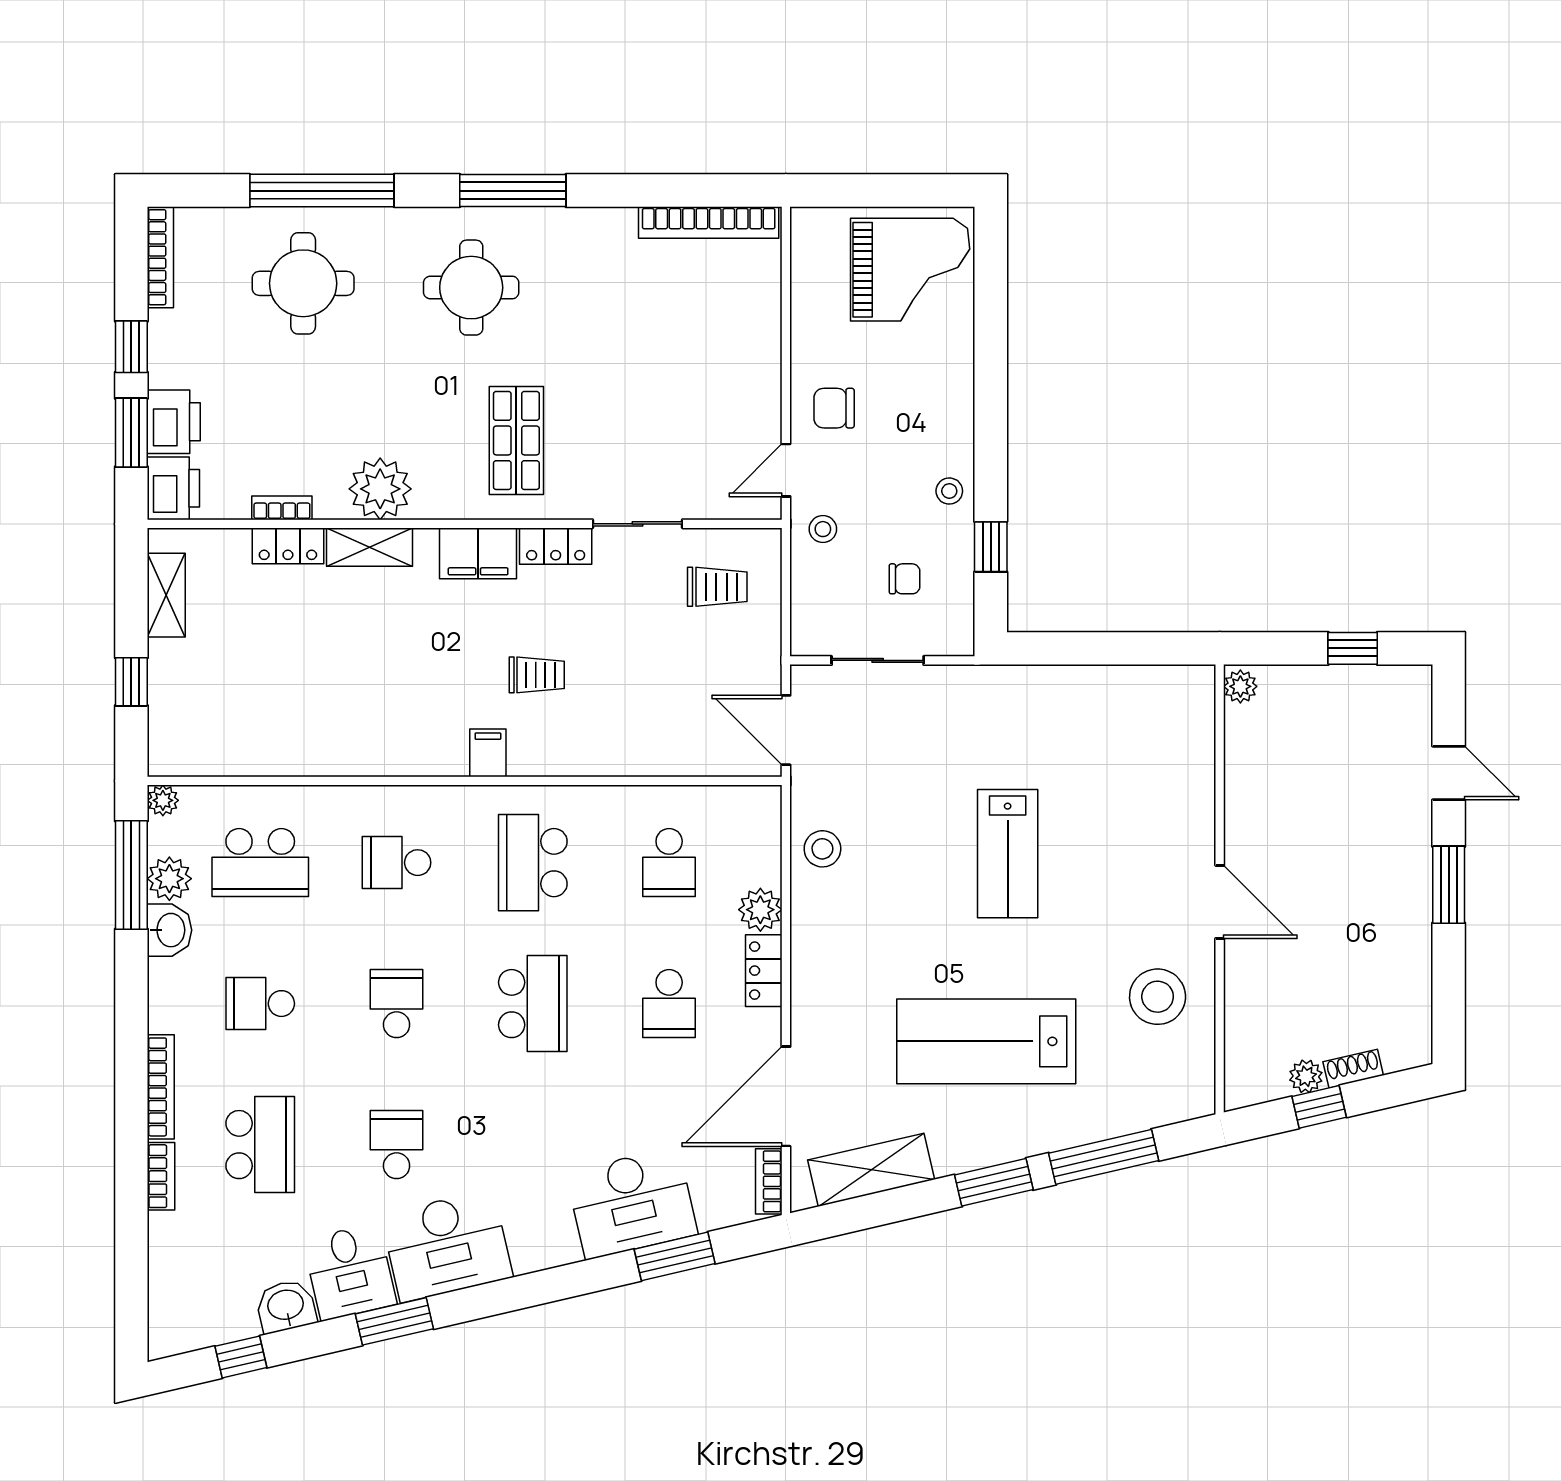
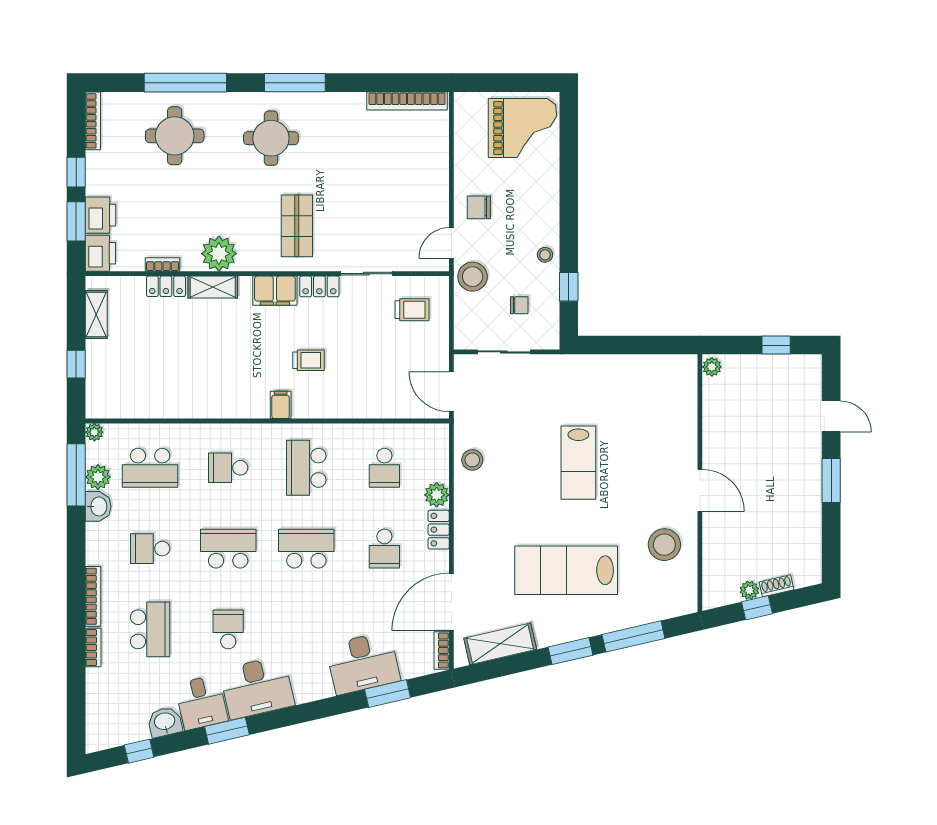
stool: (823, 529) -> (473, 277), width x1.89, depth x1.89
school desk: (397, 1004) -> (228, 549), width x1.85
school desk: (533, 1004) -> (306, 549), turned -90

